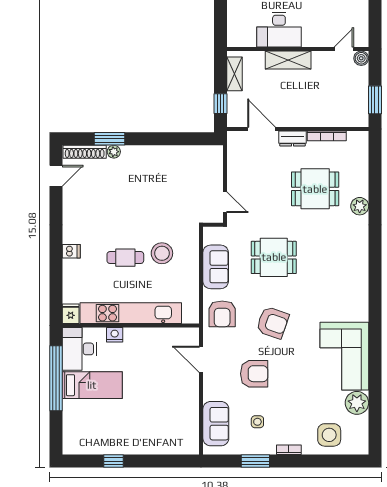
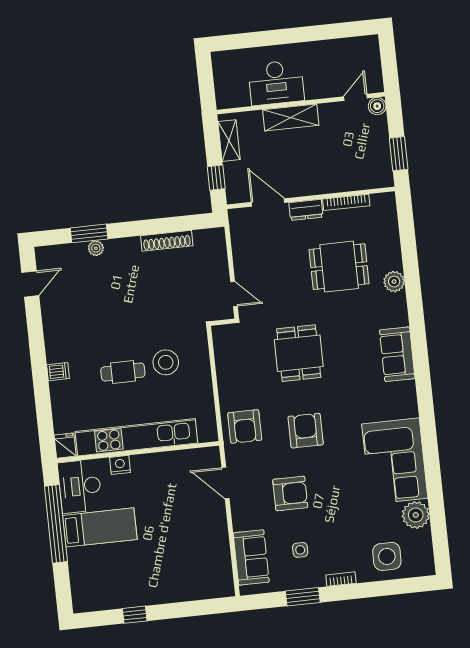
shoe rack: (85, 152) -> (167, 241), moved
dining table: (274, 257) -> (299, 353), turned 90
sofa: (216, 267) -> (397, 354), moved, turned 180
armchair: (273, 323) -> (306, 431), turned -109

